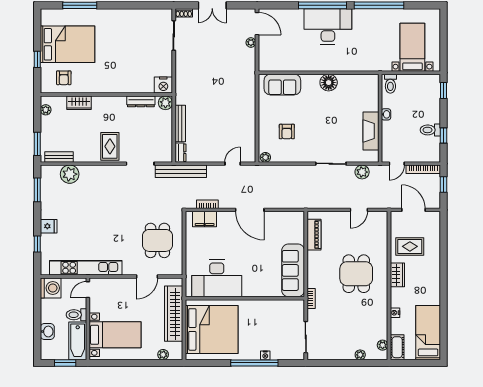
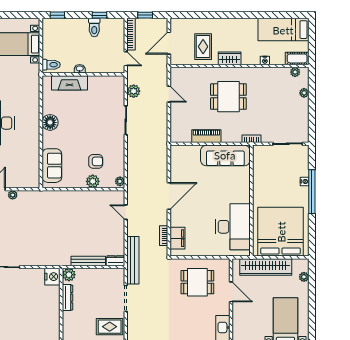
plant: (265, 128) -> (93, 181), added
fireplace: (371, 131) -> (69, 83), moved
piano: (314, 235) -> (206, 136), moved

